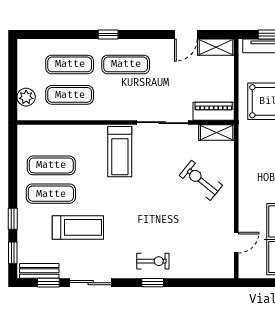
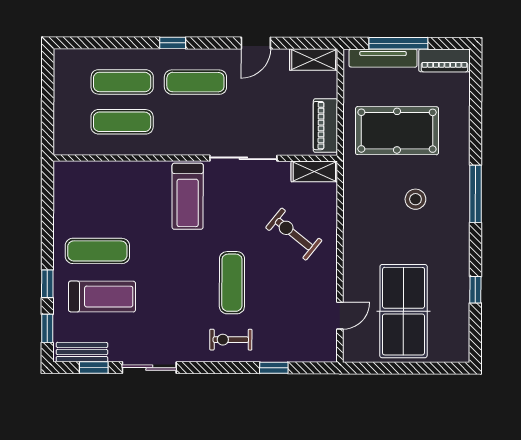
door: (186, 35) -> (256, 43), moved
plant: (26, 97) -> (65, 125), removed
piano: (214, 111) -> (325, 126), moved, turned -90
exercise mat: (51, 165) -> (232, 283), moved, turned 90
treadmill: (78, 227) -> (102, 297), moved
exercise bike: (153, 261) -> (231, 340), turned 180
window: (153, 283) -> (274, 368), moved

